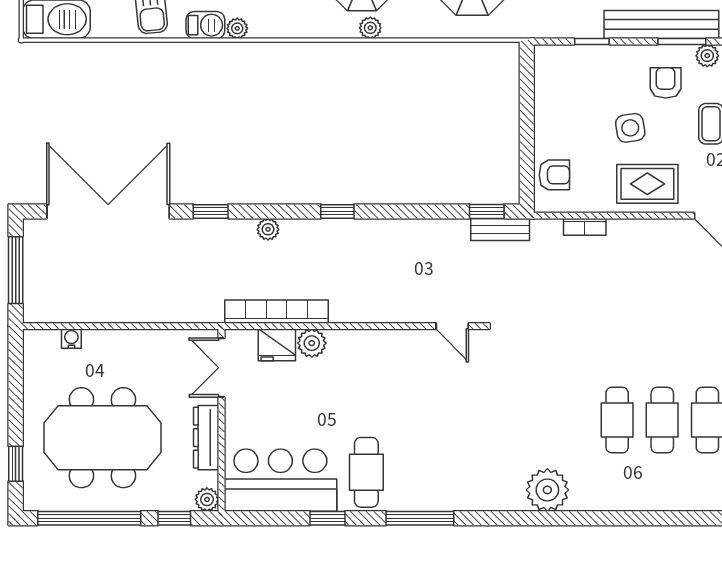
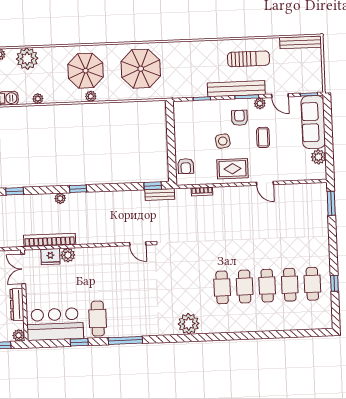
plant: (237, 28) -> (38, 99), moved
armchair: (554, 175) -> (186, 166), turned 90
plant: (268, 229) -> (60, 198), moved

